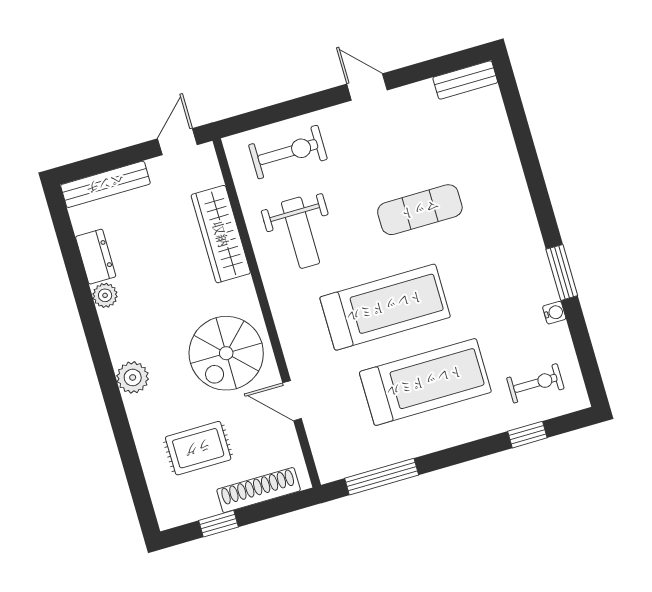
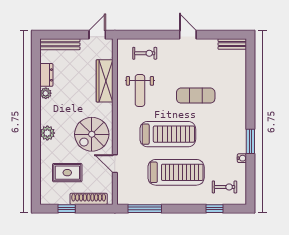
exercise bike: (288, 152) -> (145, 53), width x0.73, depth x0.72

